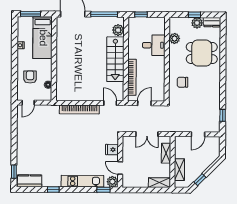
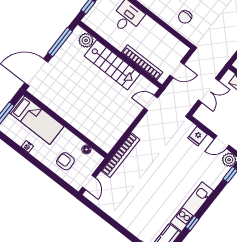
door: (144, 103) -> (177, 70), swing flipped
bookcase: (79, 109) -> (120, 155), moved
kitchen unit: (82, 181) -> (192, 207), moved

